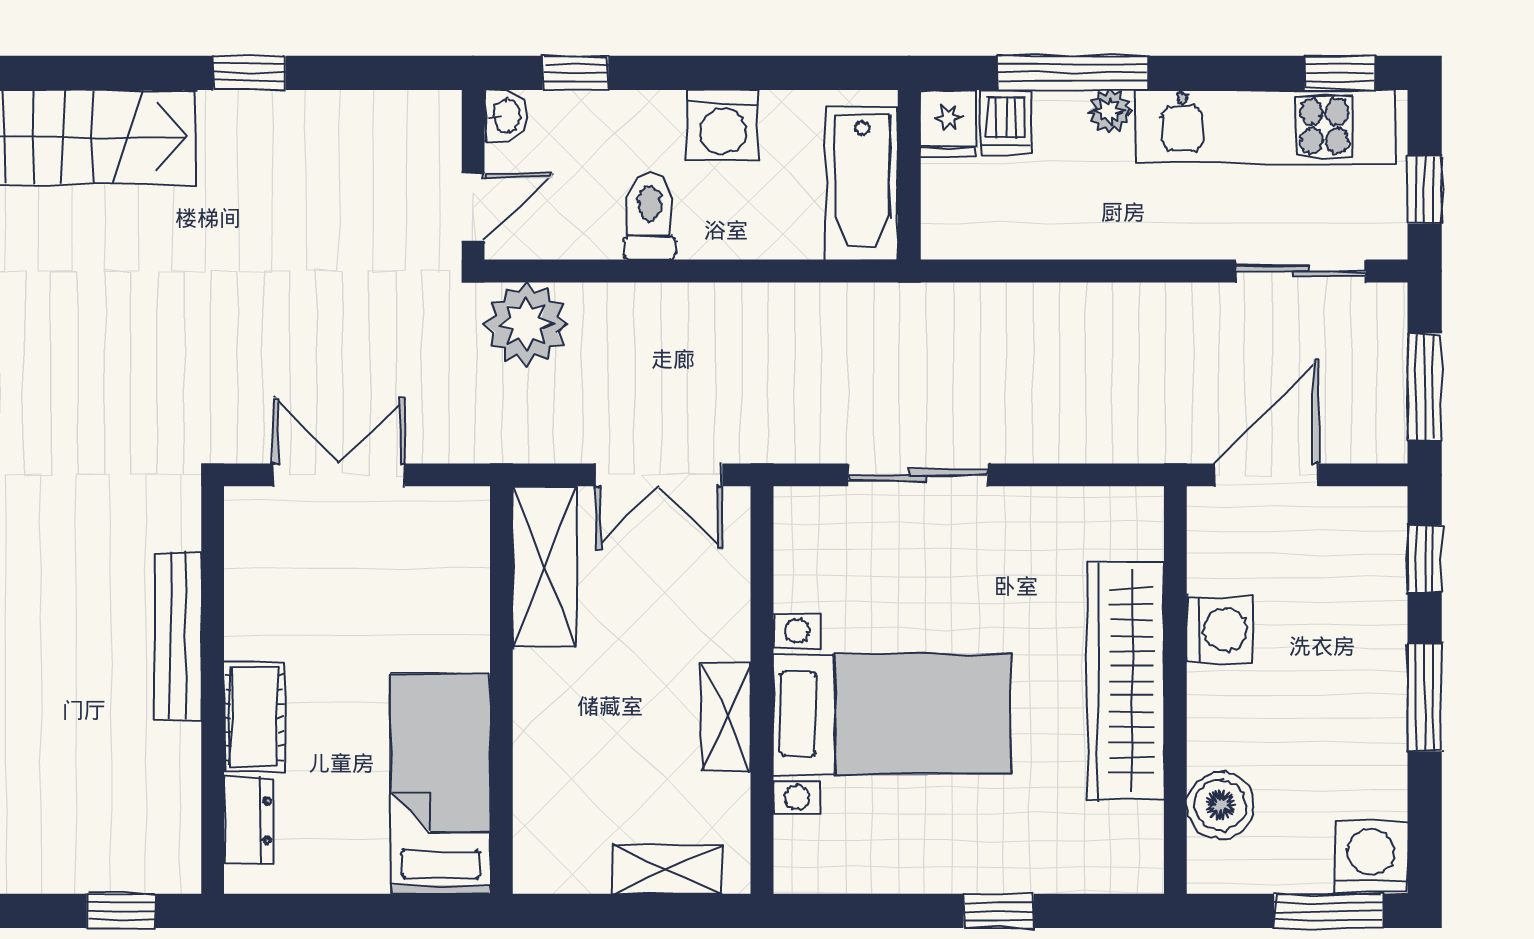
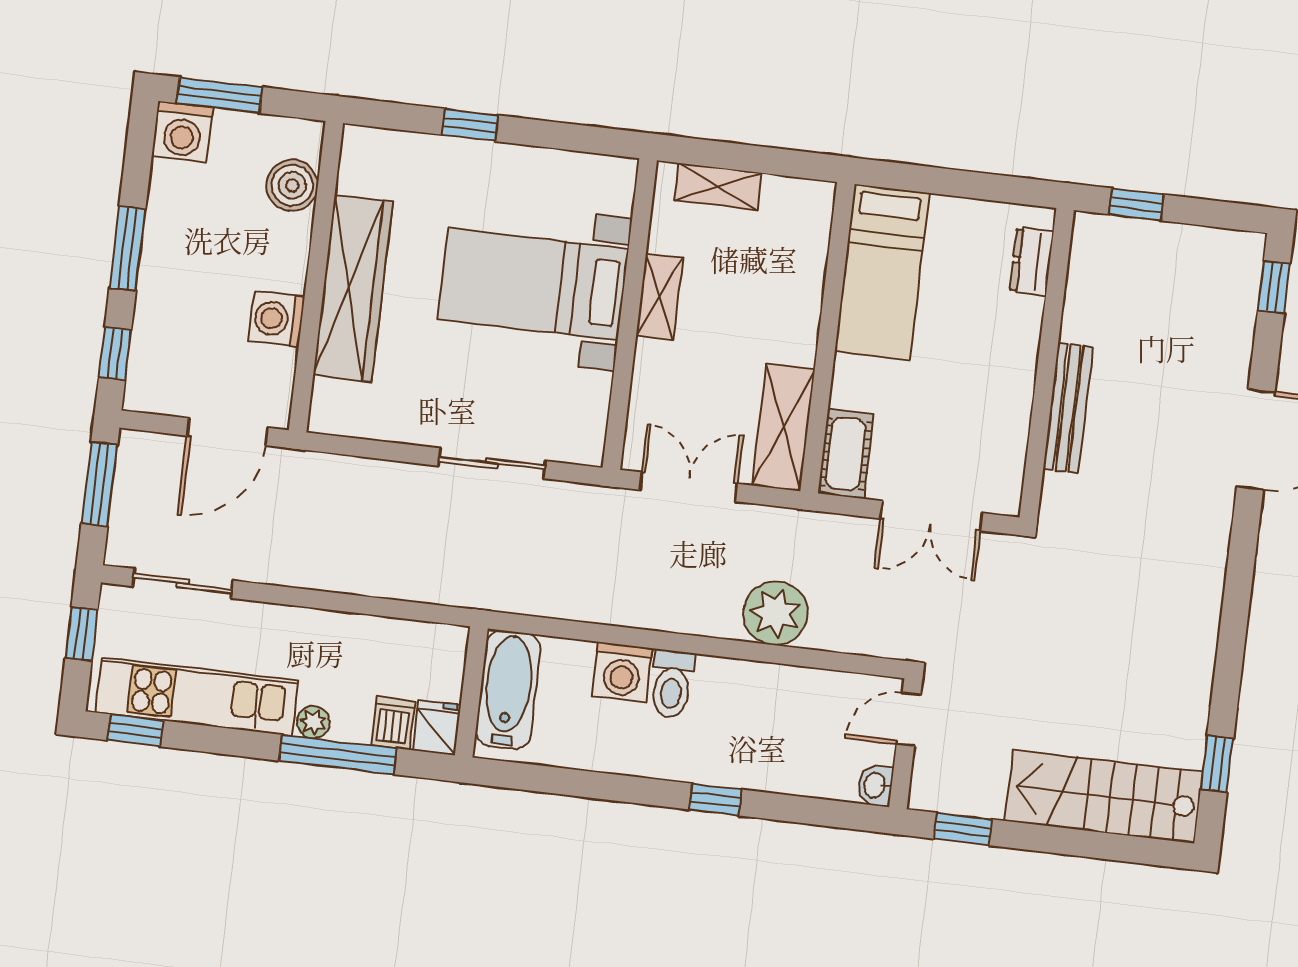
washbasin: (506, 116) -> (875, 785), moved
washing machine: (723, 126) -> (622, 672), moved, turned 180
wall: (473, 175) -> (906, 744), moved
door: (473, 207) -> (908, 719), moved
cot: (254, 717) -> (846, 454), moved

